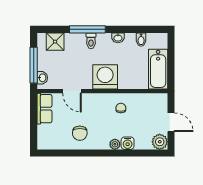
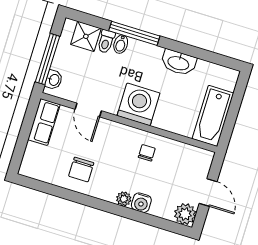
washbasin: (118, 38) -> (179, 63), width x1.91, depth x1.45
bidet: (141, 40) -> (121, 44), moved
toilet: (91, 41) -> (106, 41), moved

